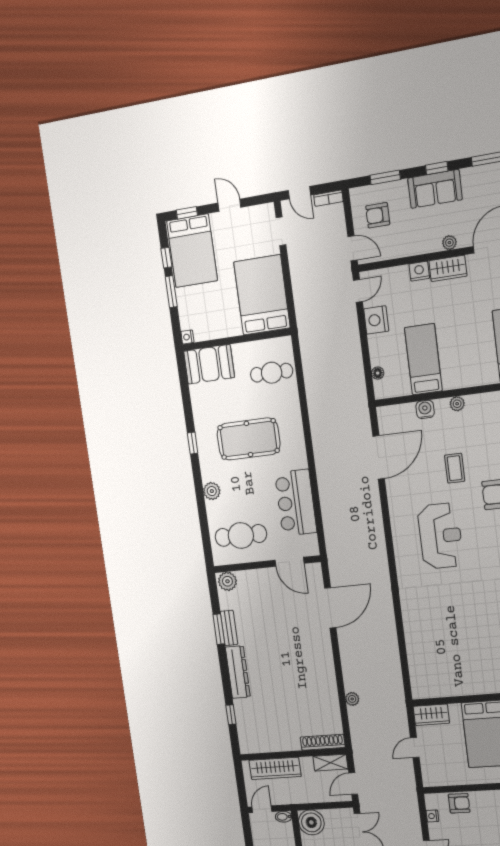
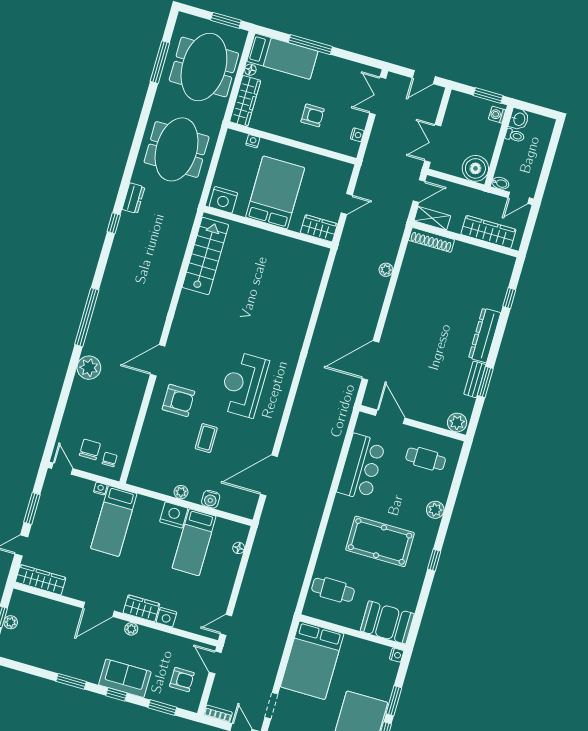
nightstand: (376, 320) -> (174, 515), moved, turned -90
cafe table: (241, 535) -> (426, 459), width x0.73, depth x0.74
armchair: (459, 803) -> (313, 115), moved, turned 180

